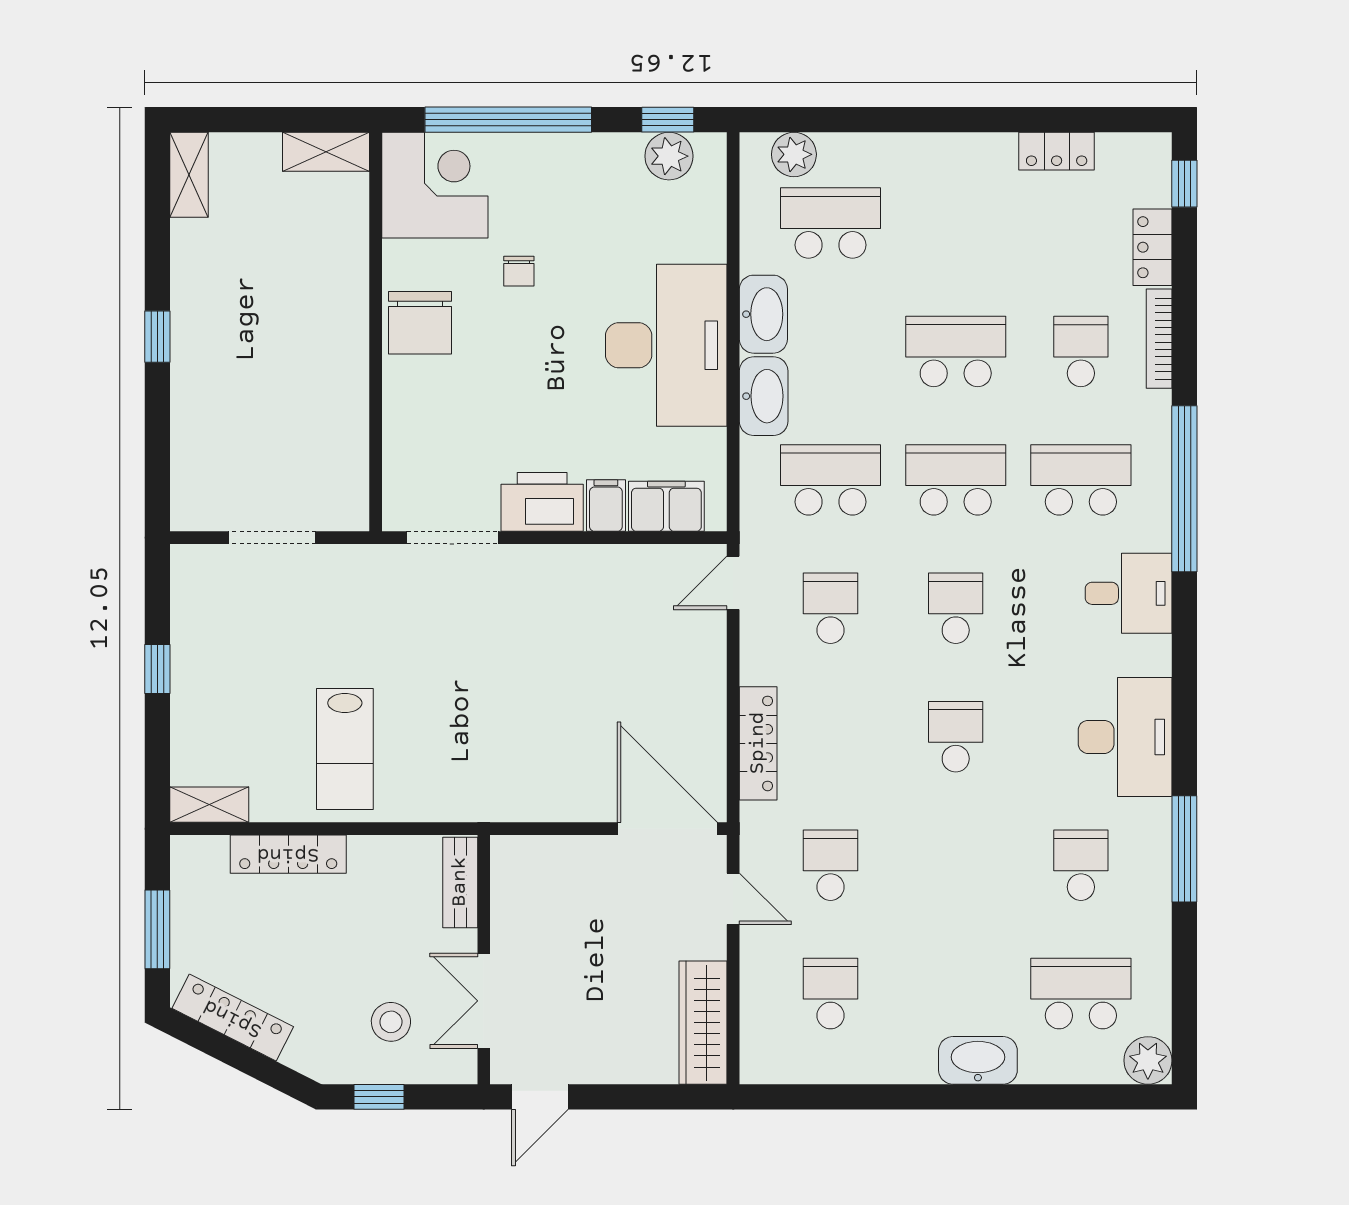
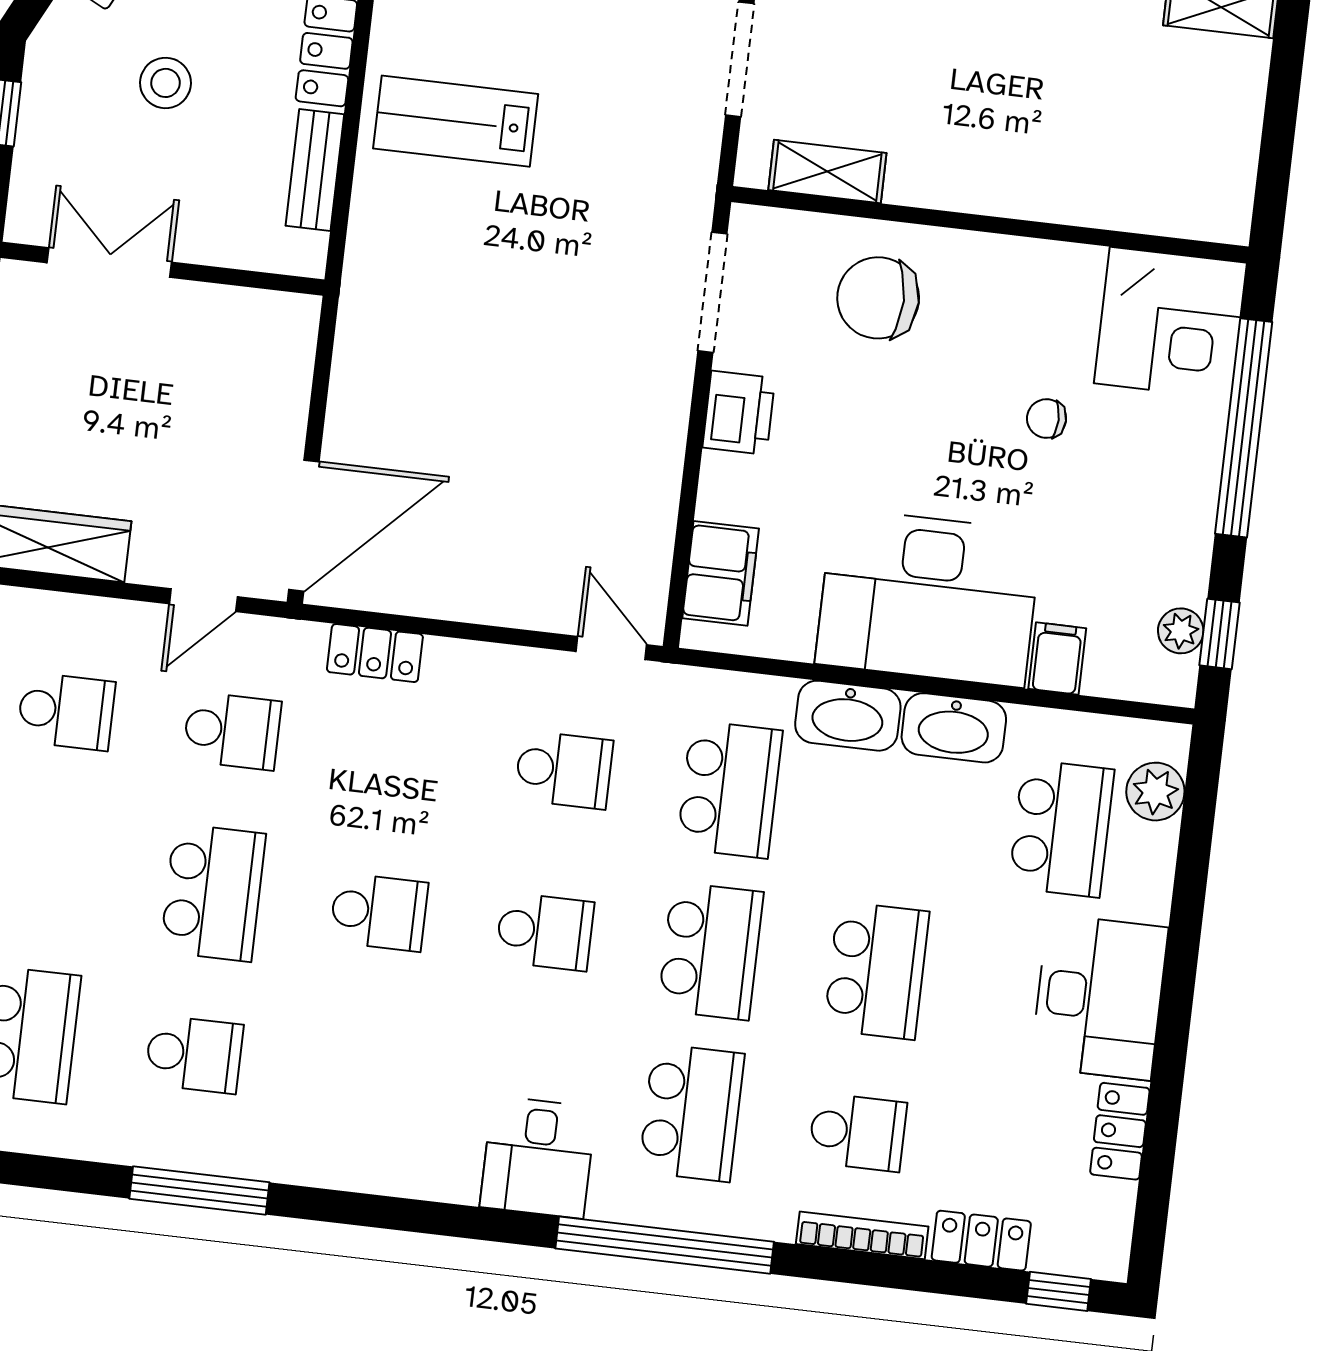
shelving: (326, 152) -> (827, 171), moved, turned 90
plant: (669, 156) -> (1181, 631), width x0.73, depth x0.73
chair: (420, 323) -> (878, 298), moved
printer: (542, 502) -> (739, 413), width x0.73, depth x0.84
filing cabinet: (606, 506) -> (1057, 659), moved, turned -90
desk: (1125, 737) -> (1099, 997), moved, turned -90
locker: (758, 743) -> (375, 653), width x0.66
school desk: (956, 865) -> (213, 893), added
bench: (460, 882) -> (315, 170), moved, turned 90
stool: (391, 1022) -> (165, 83), moved

